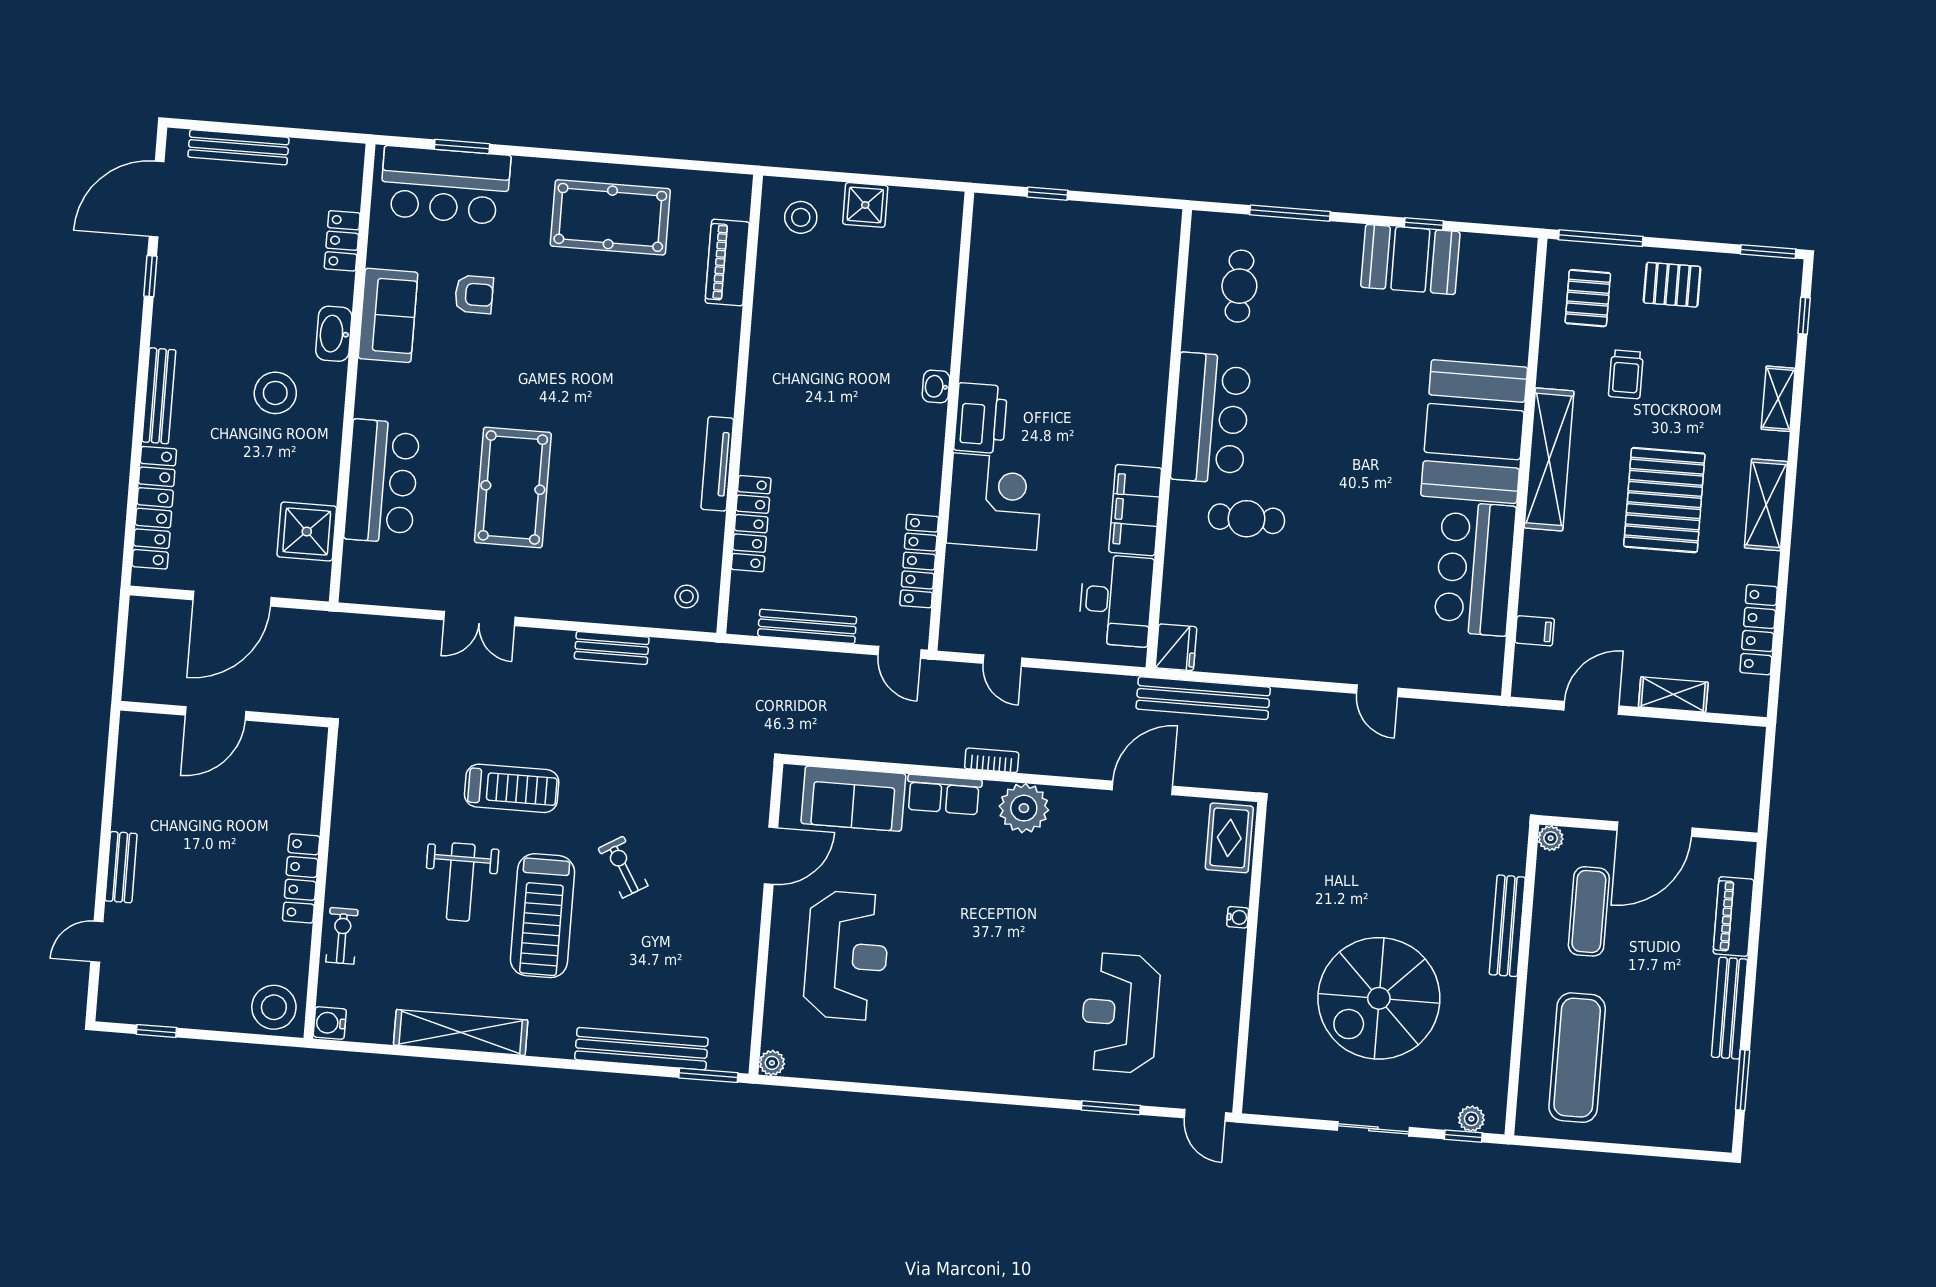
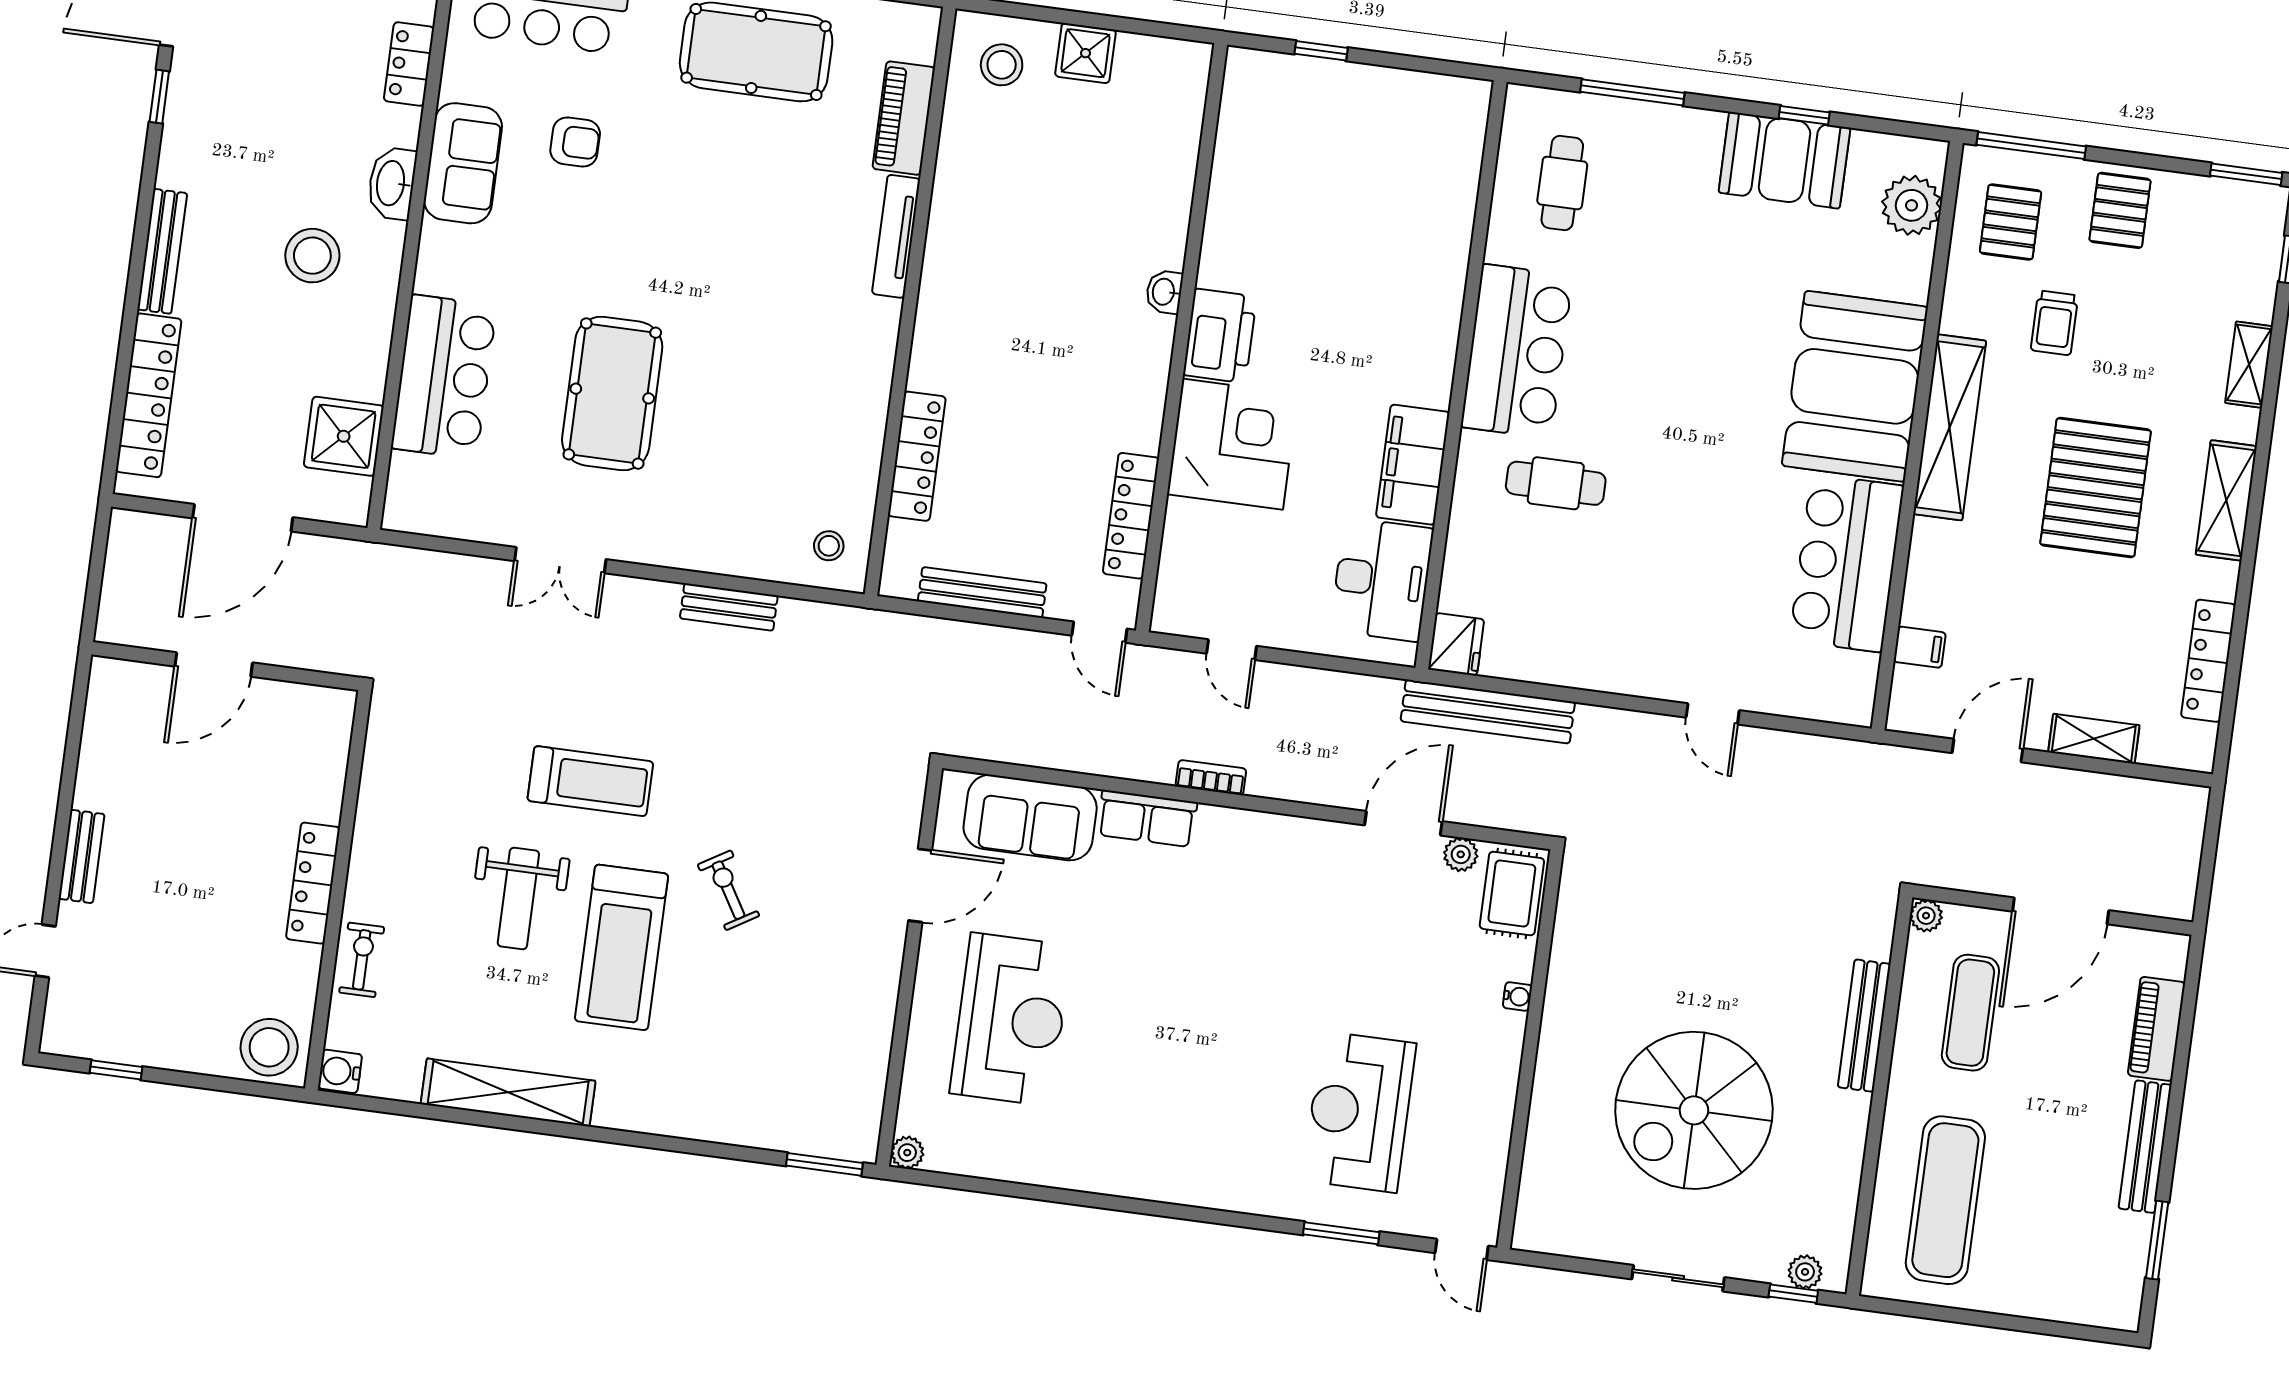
pallet: (1672, 285) -> (2120, 210), turned 90
plant: (1511, 289) -> (1912, 205), added
tv unit: (717, 464) -> (896, 236), moved
plant: (1024, 808) -> (1461, 854), moved, width x0.53, depth x0.53
bench: (641, 1049) -> (740, 1126), removed

